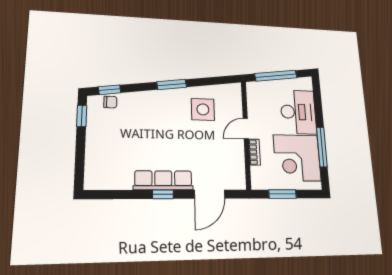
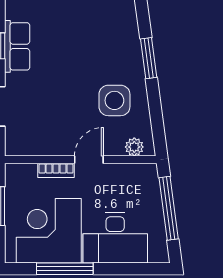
plant: (235, 97) -> (134, 147), added
door: (246, 129) -> (89, 160), hinge flipped
row of seats: (163, 180) -> (17, 46), width x0.68

